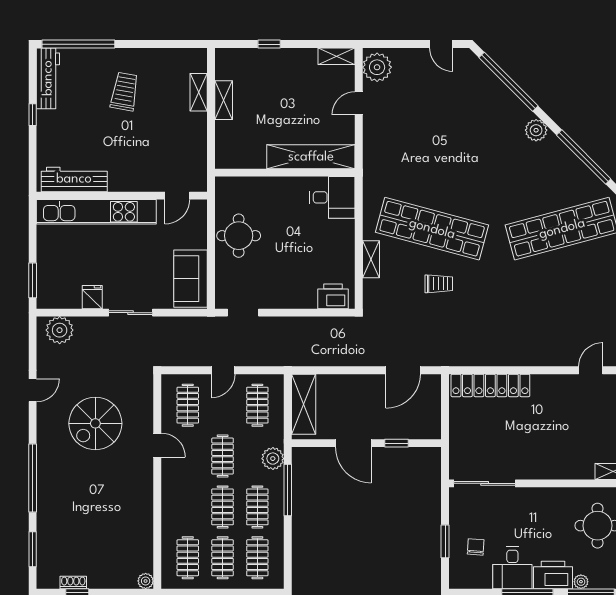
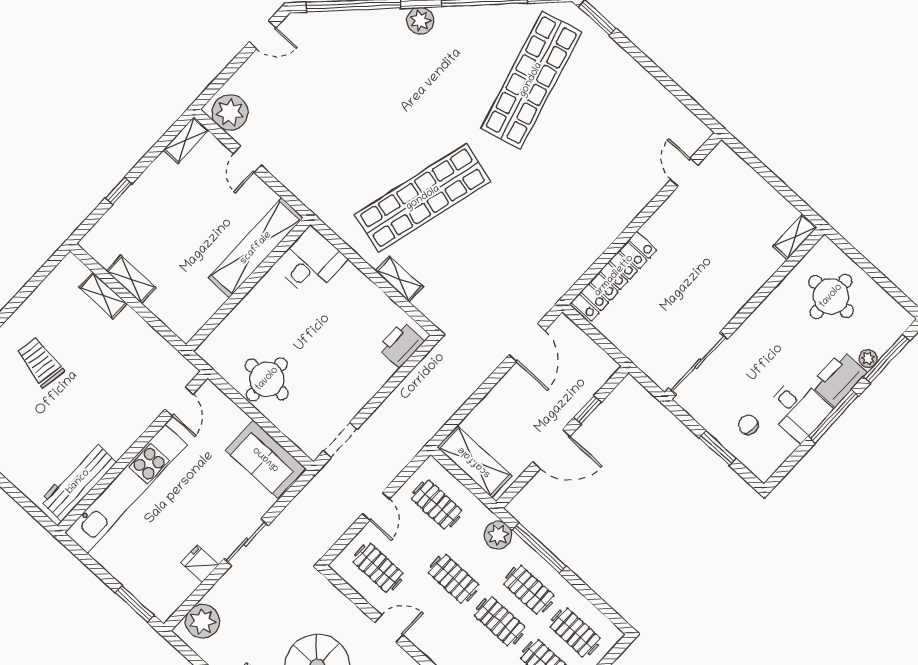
trolley: (439, 284) -> (478, 238), removed

